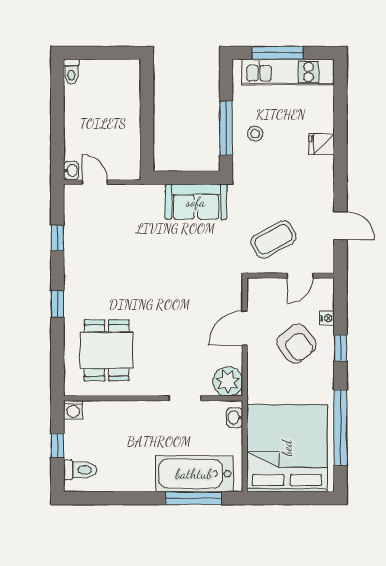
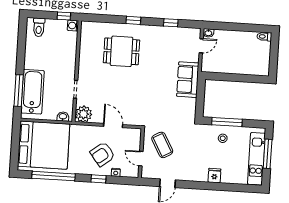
sofa: (196, 202) -> (188, 80), moved
dining table: (107, 350) -> (121, 51), moved
window: (57, 445) -> (64, 16), moved

